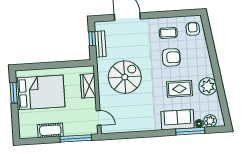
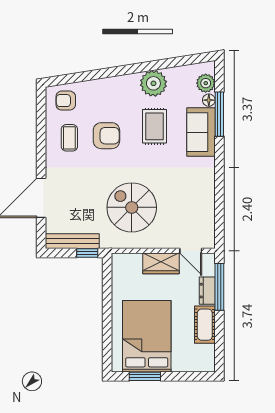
window: (92, 39) -> (87, 253), moved
bench: (100, 44) -> (72, 241), width x1.36
armchair: (171, 57) -> (106, 136), turned 90
wardrobe: (88, 86) -> (161, 263), moved
door: (99, 118) -> (191, 251), swing flipped
dresser: (73, 131) -> (207, 291), added

